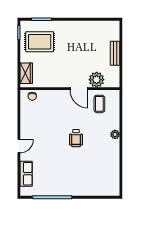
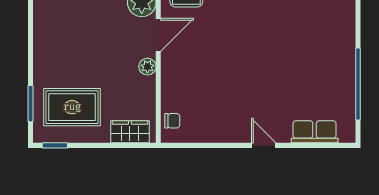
rug: (40, 42) -> (72, 107), turned 90
plant: (62, 83) -> (147, 67), added
wheelchair: (76, 138) -> (249, 40), removed

